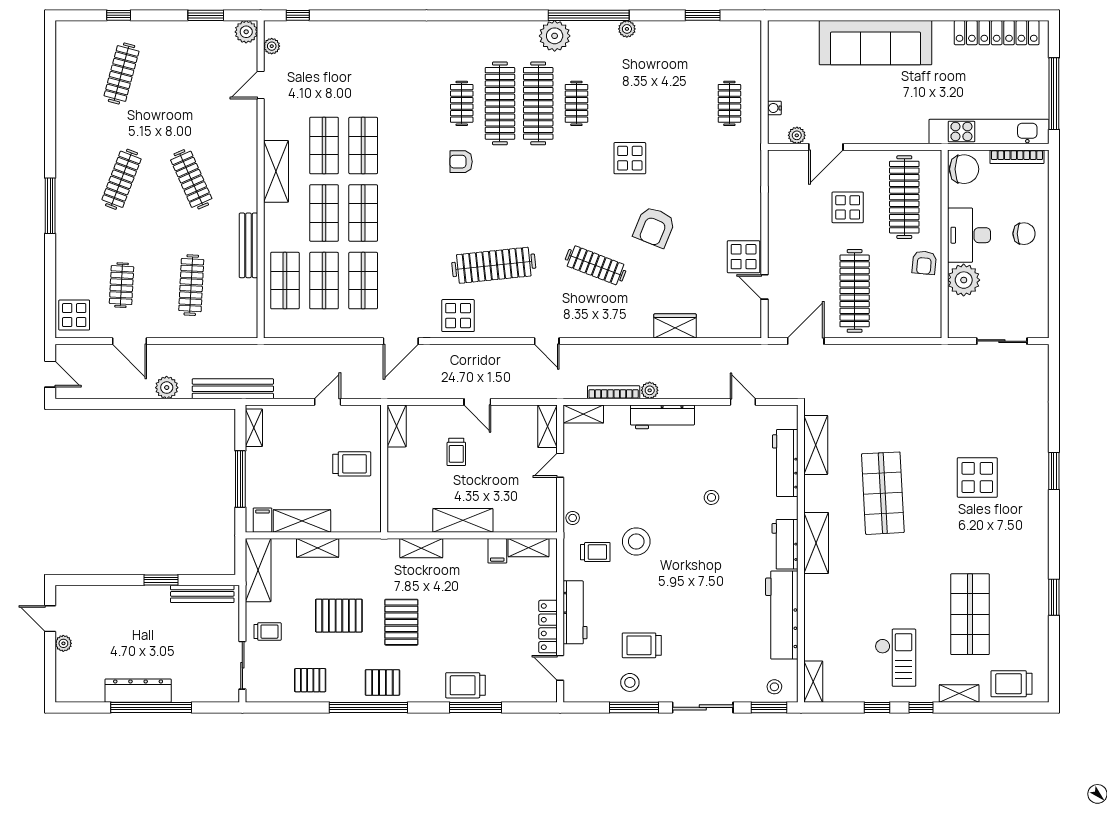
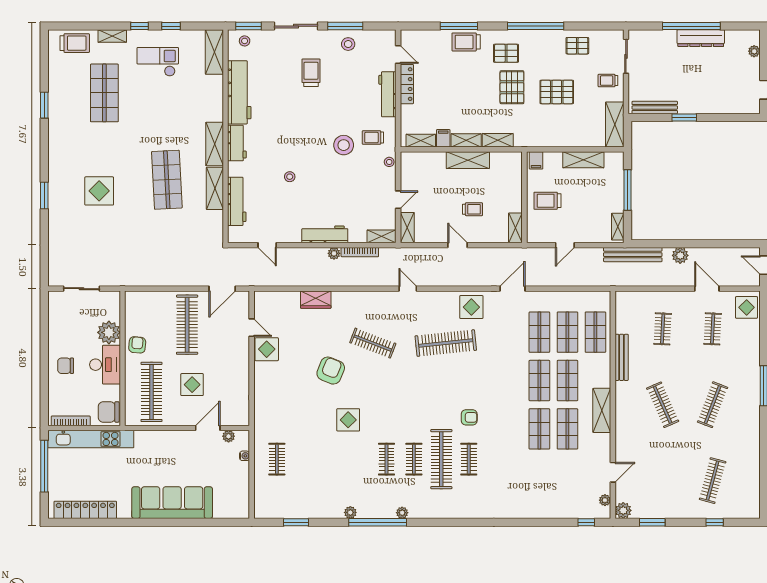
plant: (555, 36) -> (402, 513), width x0.53, depth x0.53
clothes rail: (538, 103) -> (414, 459), width x0.54, depth x0.76
clothes rail: (191, 285) -> (663, 329), width x0.73
shelving: (816, 445) -> (215, 188), moved
trolley: (456, 452) -> (473, 209), turned 90
filing cabinet: (262, 520) -> (536, 160), moved
shelving: (318, 548) -> (466, 140), moved
plant: (63, 643) -> (754, 51), moved
trolley: (642, 645) -> (311, 73), moved, turned -90
checkout: (895, 658) -> (158, 62), turned 90
pallet: (382, 682) -> (506, 53), moved
shelving: (813, 682) -> (214, 52), width x1.50, depth x1.33
trolley: (465, 685) -> (466, 42), turned 180

